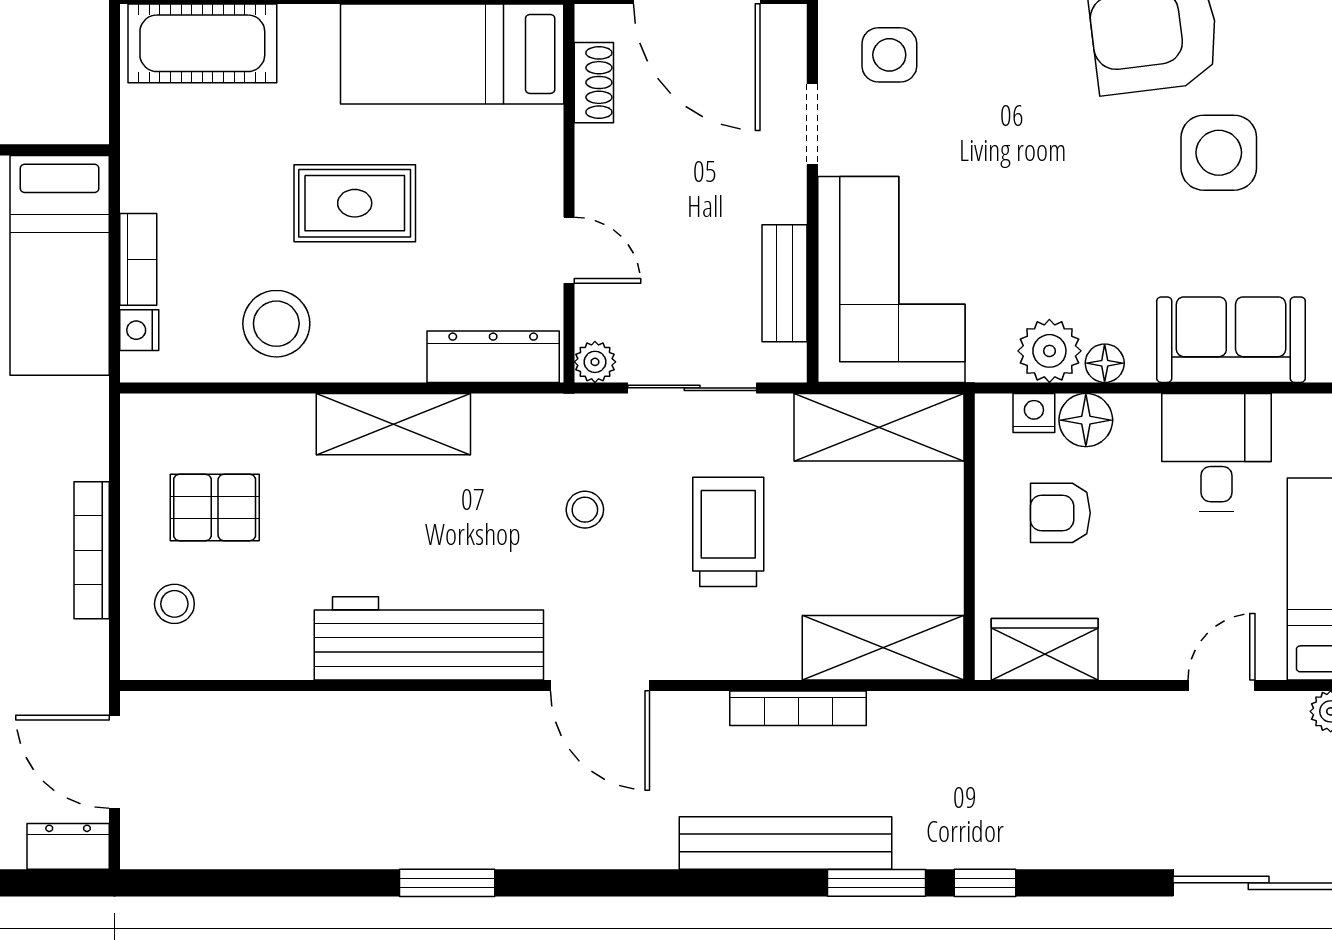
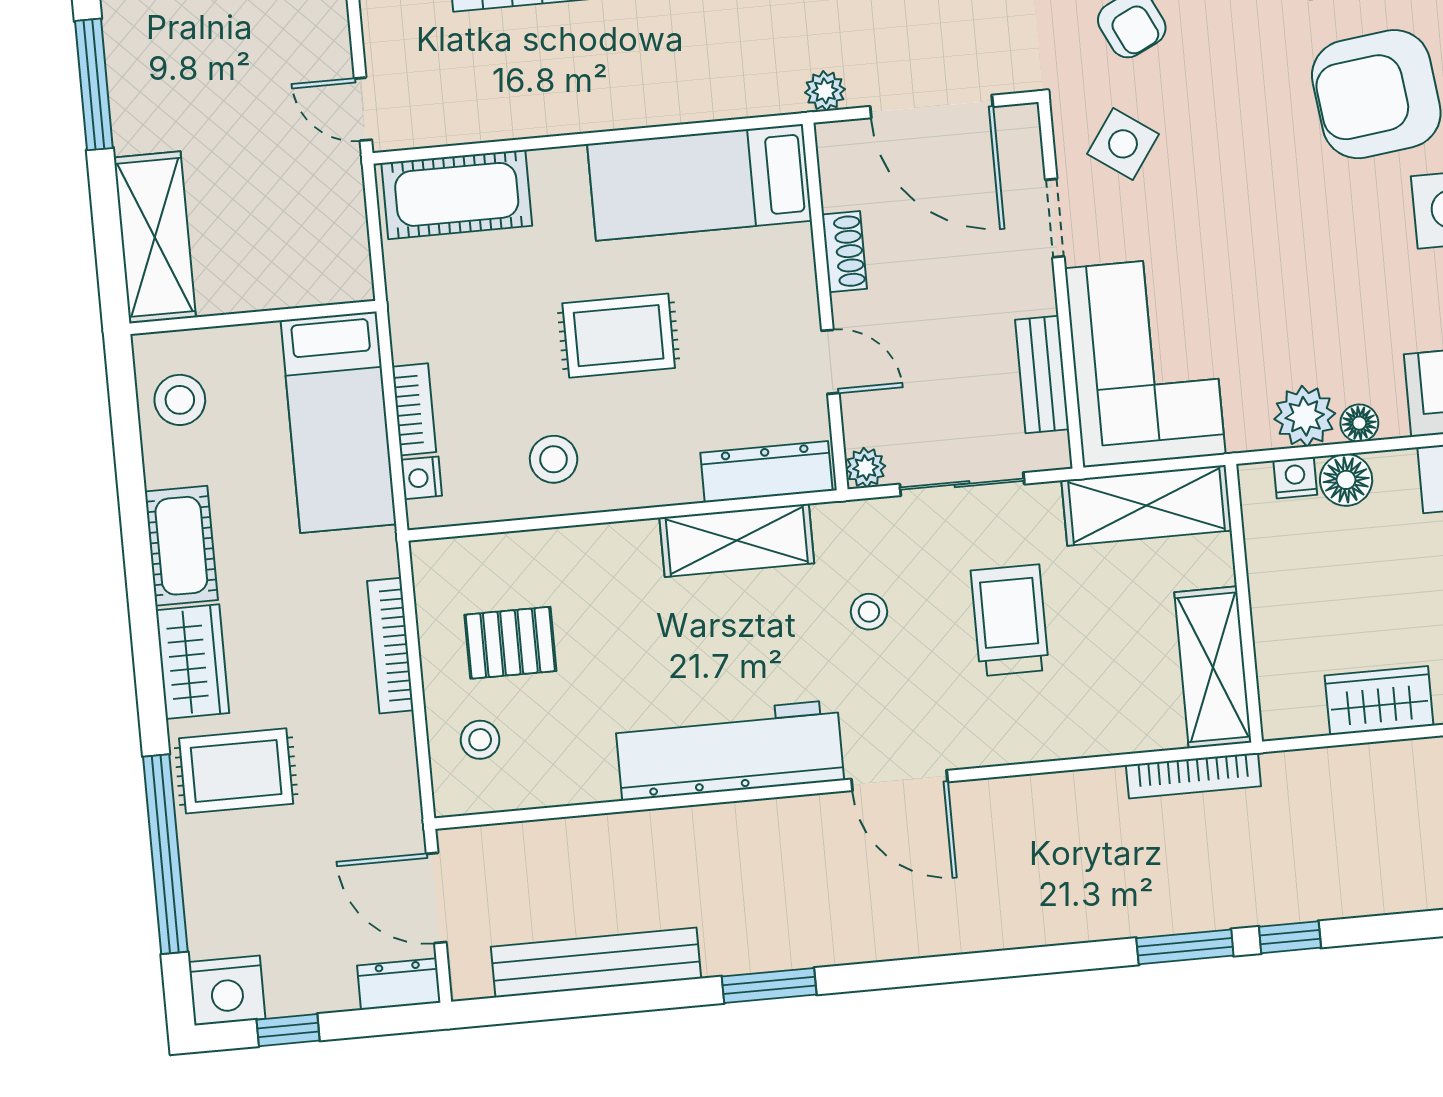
side table: (889, 55) -> (1123, 144), turned 35
shoe rack: (594, 83) -> (844, 252), moved
stool: (276, 324) -> (554, 459), width x0.73, depth x0.73
shelving: (393, 424) -> (737, 540), moved
armchair: (1060, 513) -> (1330, 572), removed
bookcase: (92, 550) -> (390, 646), moved
shelving: (883, 648) -> (1213, 667), moved, turned 90
wardrobe: (1045, 649) -> (1379, 701), moved
bookcase: (798, 708) -> (1193, 776), moved
bench: (786, 843) -> (596, 963), moved

